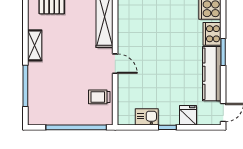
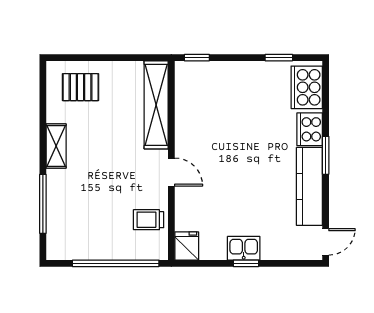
fridge: (188, 115) -> (187, 246), moved
kitchen sink: (147, 117) -> (244, 248), moved

